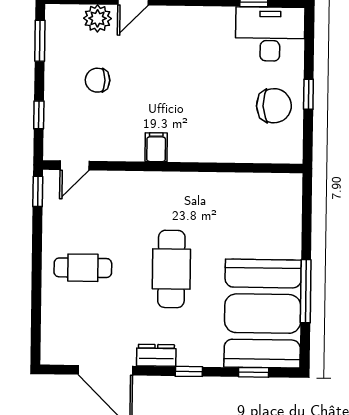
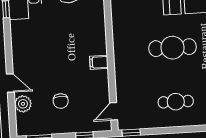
door: (75, 165) -> (114, 111), swing flipped
cafe table: (83, 268) -> (176, 102), turned 90

